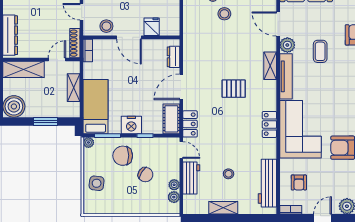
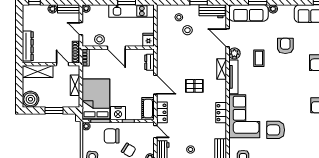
fridge: (152, 27) -> (148, 40), moved
door: (57, 59) -> (63, 64), hinge flipped
door: (181, 87) -> (155, 85), swing flipped
bed: (96, 107) -> (96, 99), width x1.50

